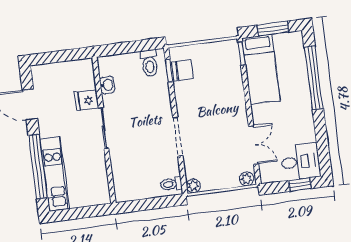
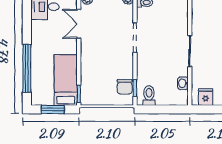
chair: (183, 70) -> (125, 87), turned -90
fridge: (87, 100) -> (206, 97), moved, turned -90

